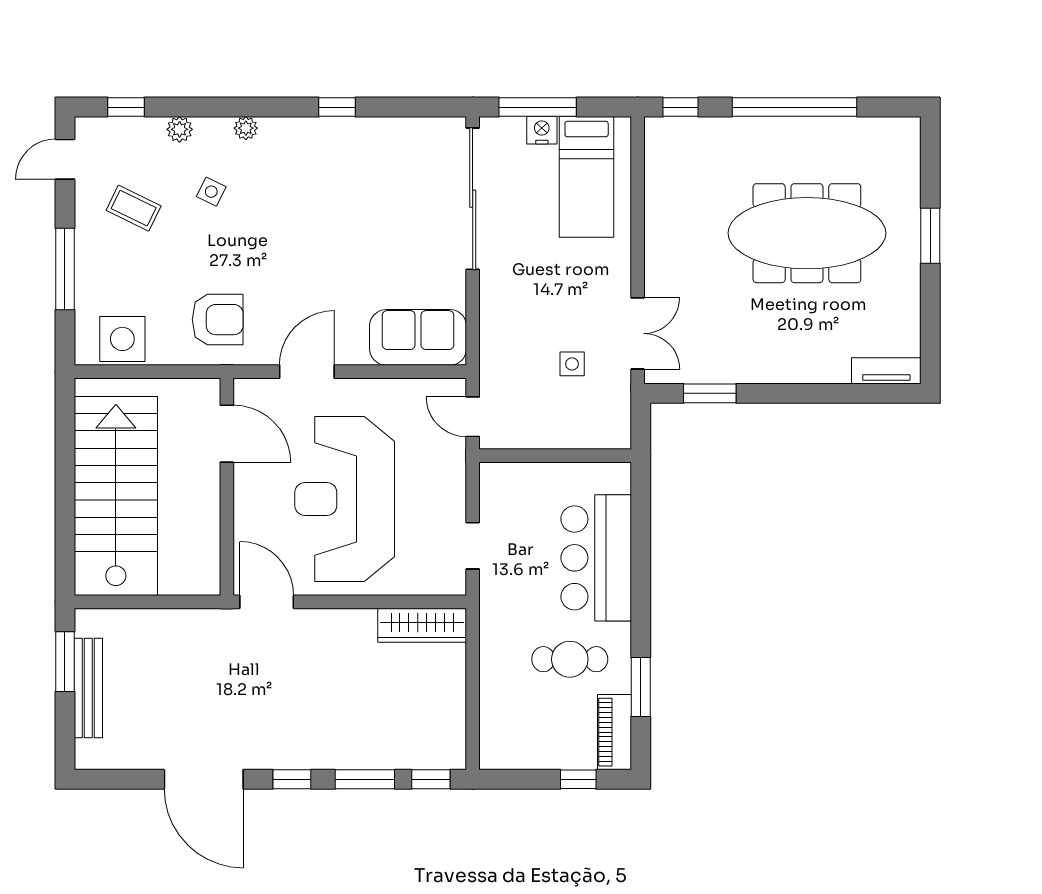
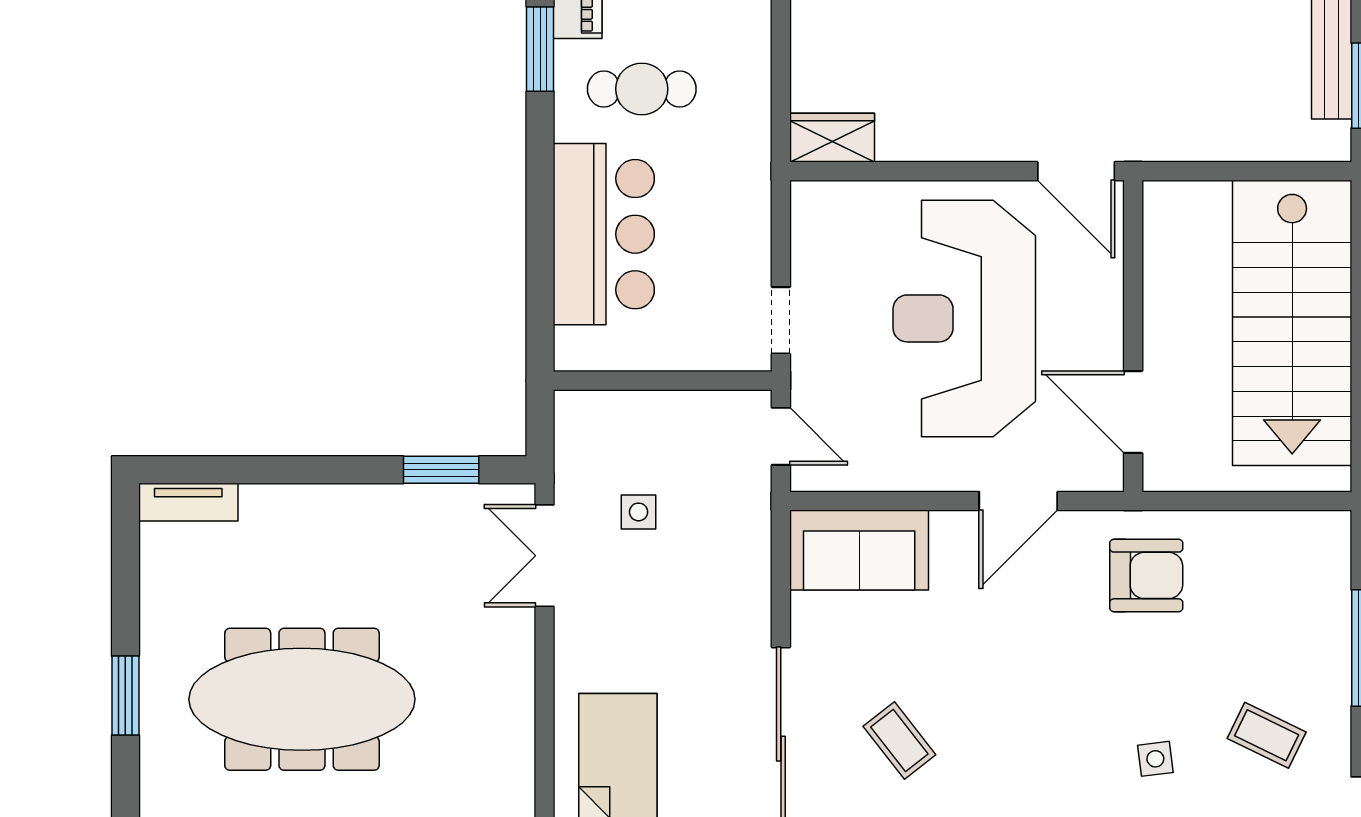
side table: (211, 192) -> (1155, 759), turned -33
coffee table: (390, 204) -> (899, 740), added
armchair: (218, 320) -> (1146, 575), turned 180
side table: (122, 339) -> (1283, 548), removed
reception desk: (345, 499) -> (964, 318), turned 180
doorway: (473, 546) -> (781, 320), moved
wardrobe: (422, 625) -> (832, 138), width x0.67

